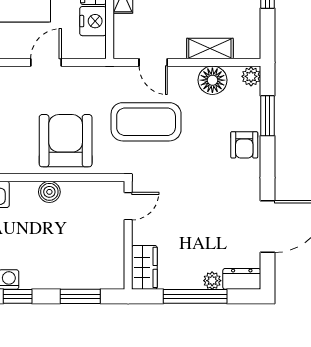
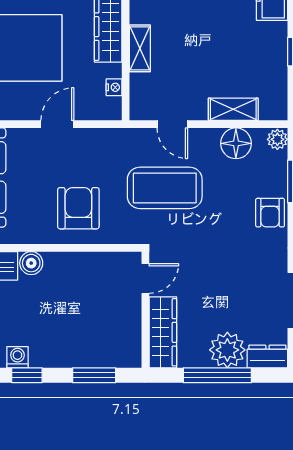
nightstand: (93, 21) -> (114, 87), width x0.53, depth x0.56
armchair: (66, 141) -> (78, 208), width x0.73, depth x0.73
boiler: (49, 192) -> (31, 263), moved
wardrobe: (144, 267) -> (163, 332), width x1.50
plant: (212, 281) -> (227, 350), width x1.88, depth x1.88

